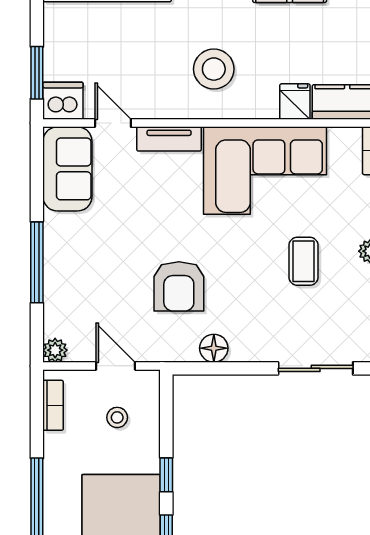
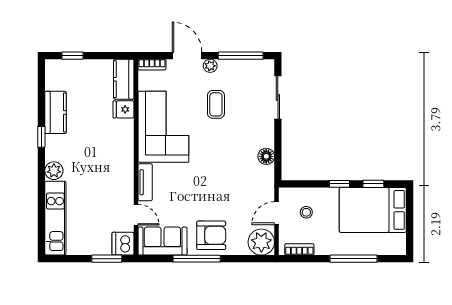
stool: (214, 69) -> (105, 156), removed
door: (113, 123) -> (136, 215), swing flipped
coffee table: (304, 261) -> (216, 104), turned 90
window: (37, 262) -> (197, 259), moved
armchair: (179, 286) -> (211, 235), moved
plant: (55, 350) -> (261, 242), width x1.88, depth x1.88

